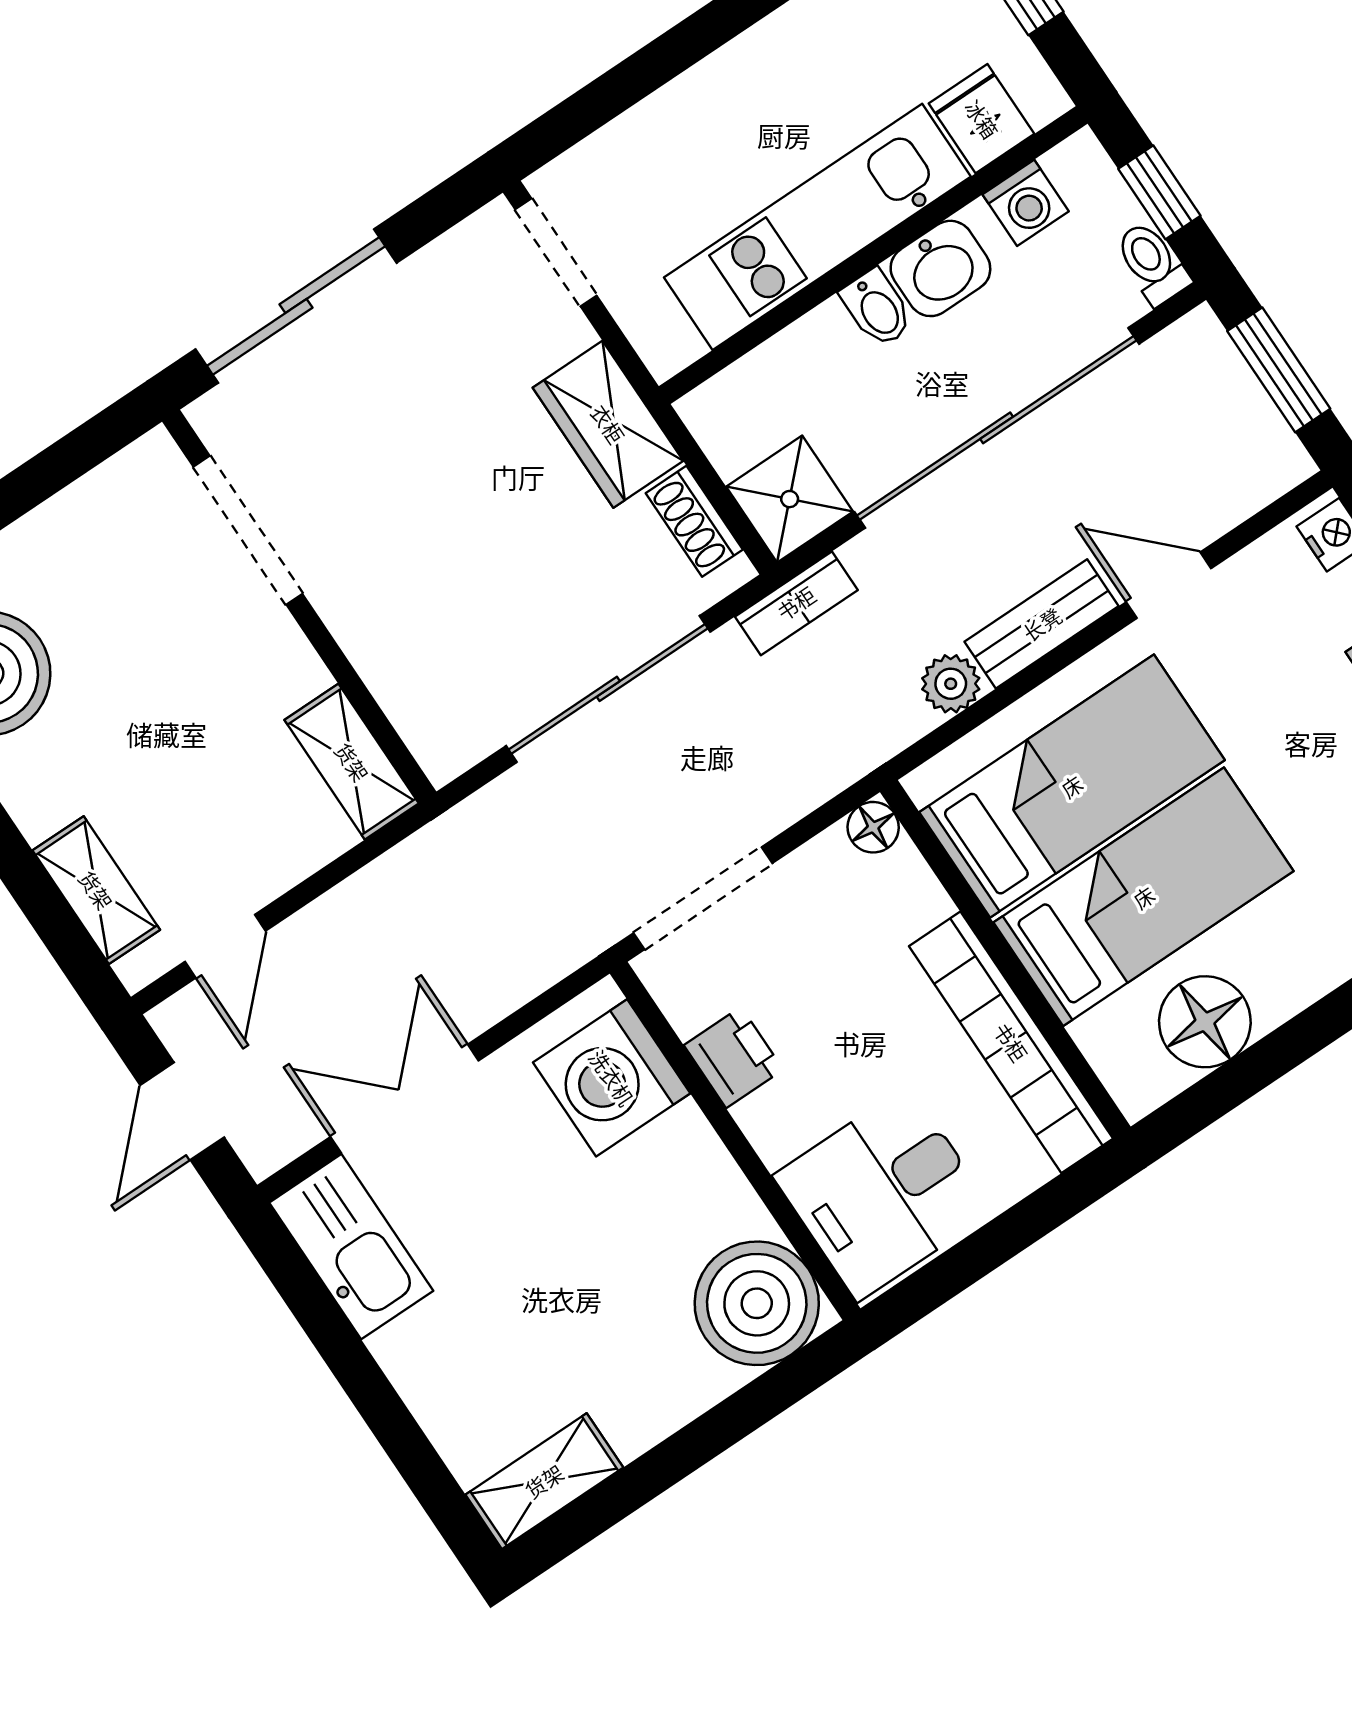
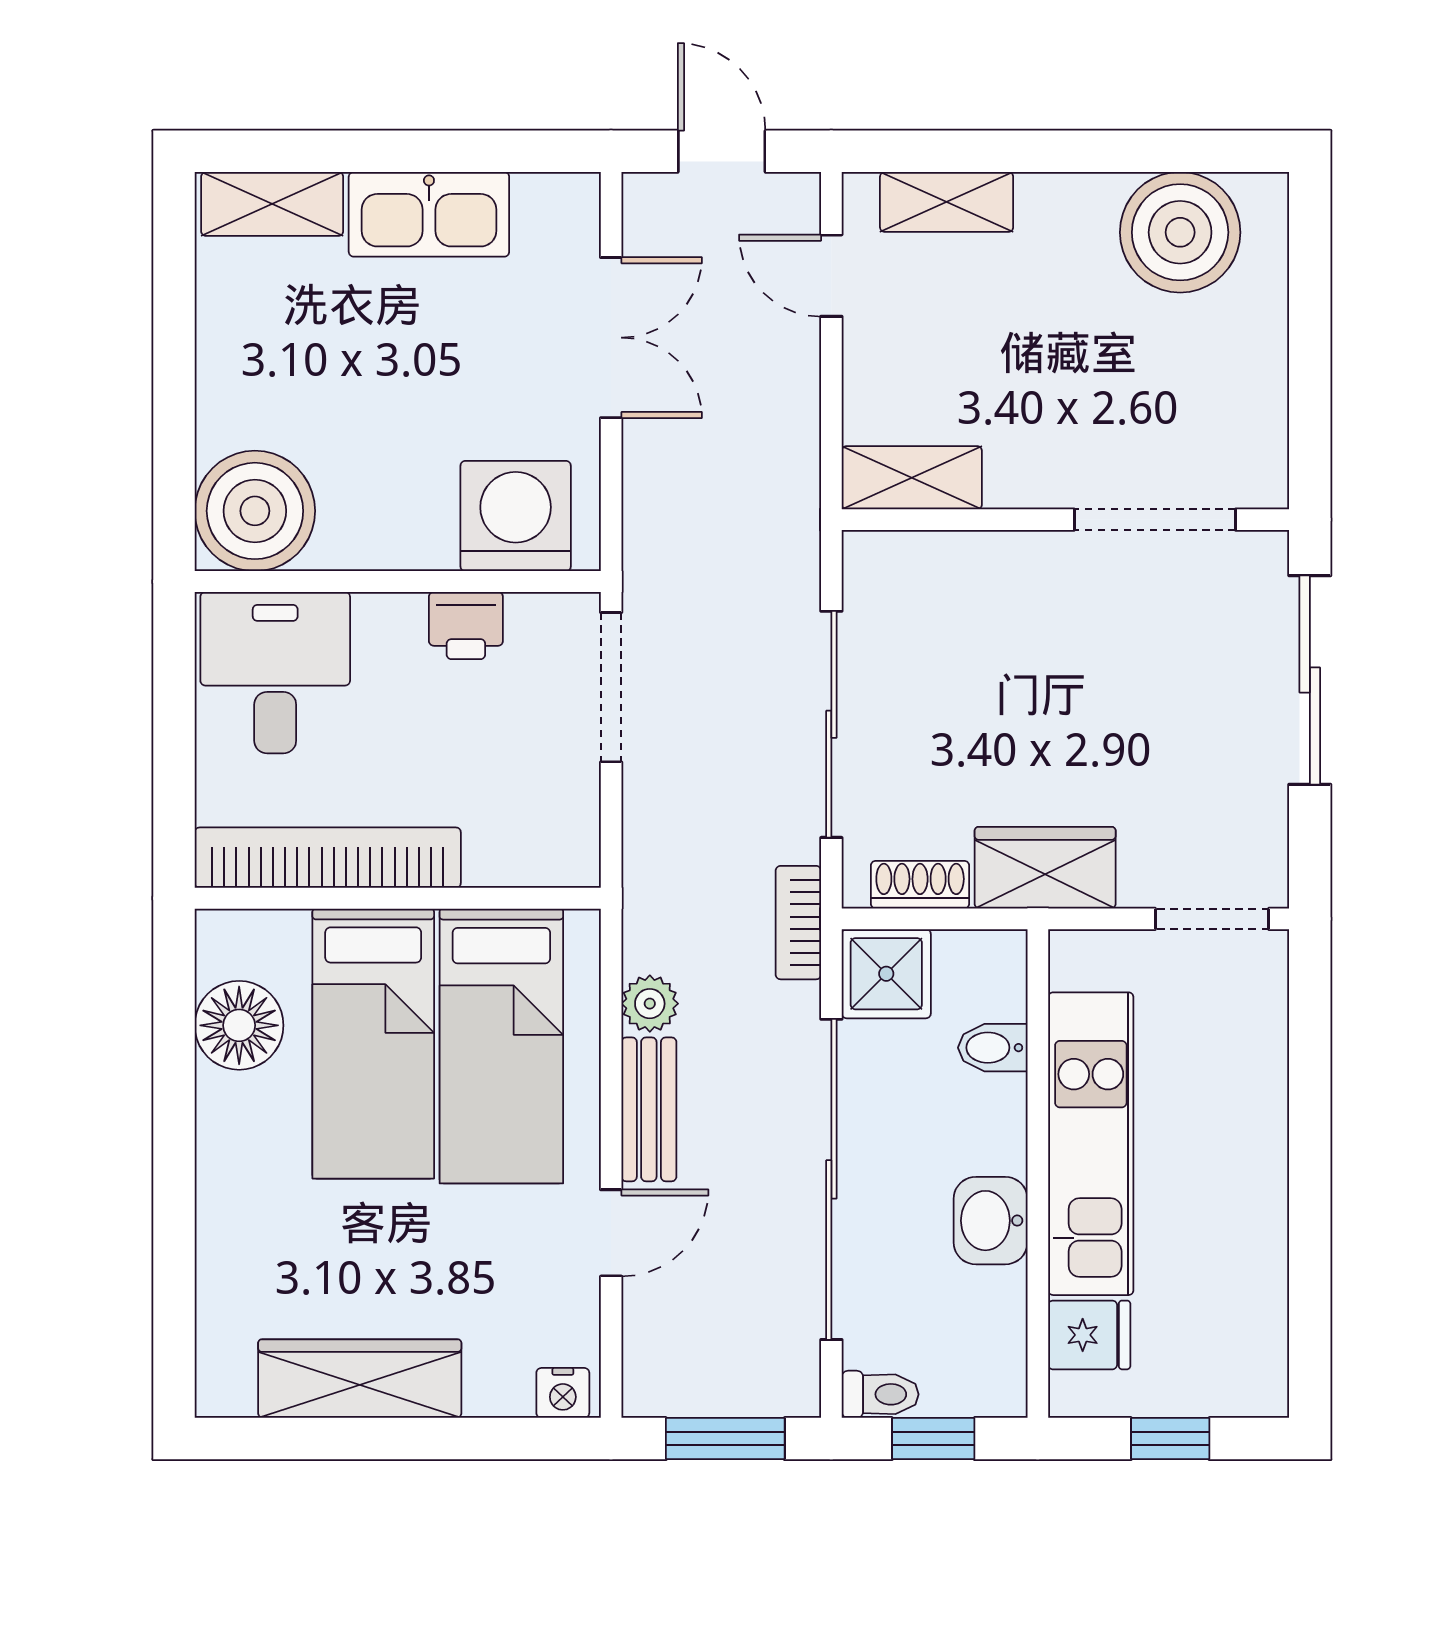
washing machine: (1026, 203) -> (997, 1325), removed
bidet: (877, 308) -> (993, 1048), moved
floor lamp: (873, 827) -> (576, 863), removed
kitchen sink: (351, 1247) -> (429, 214), moved
shelving: (544, 1481) -> (272, 204), moved, turned 90

